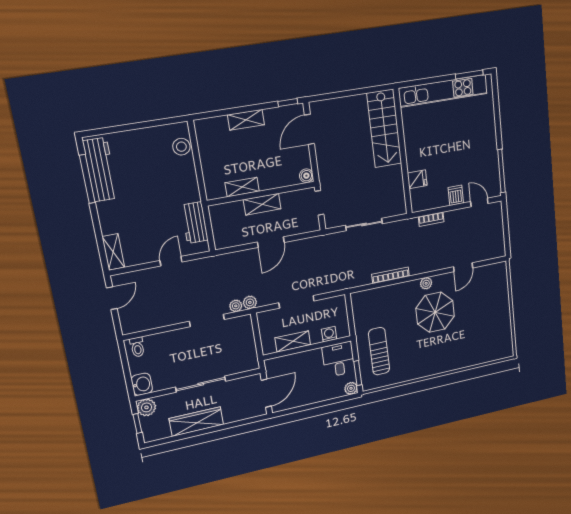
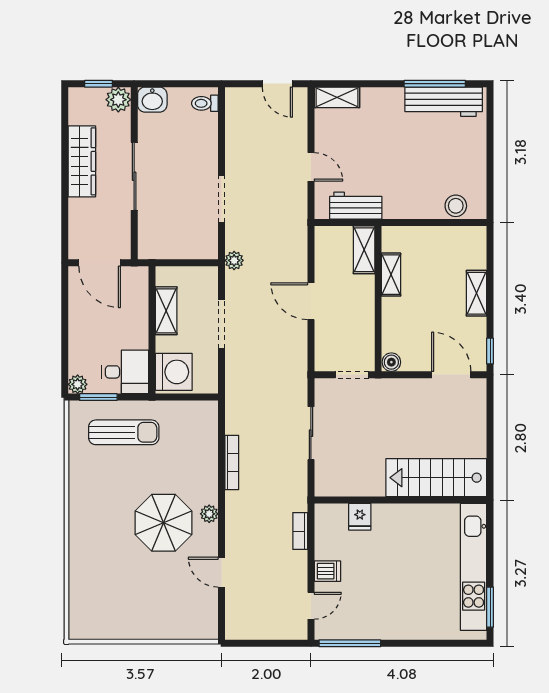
shelving: (262, 204) -> (364, 250), moved
plant: (236, 306) -> (233, 241), removed
washing machine: (329, 334) -> (174, 372), width x1.89, depth x1.89

